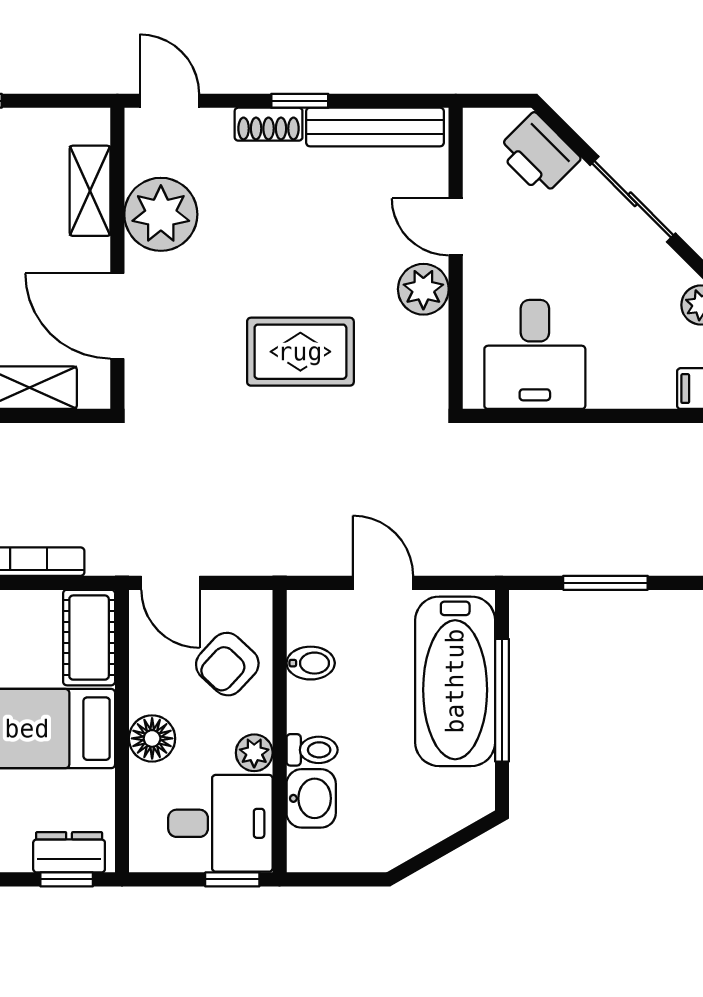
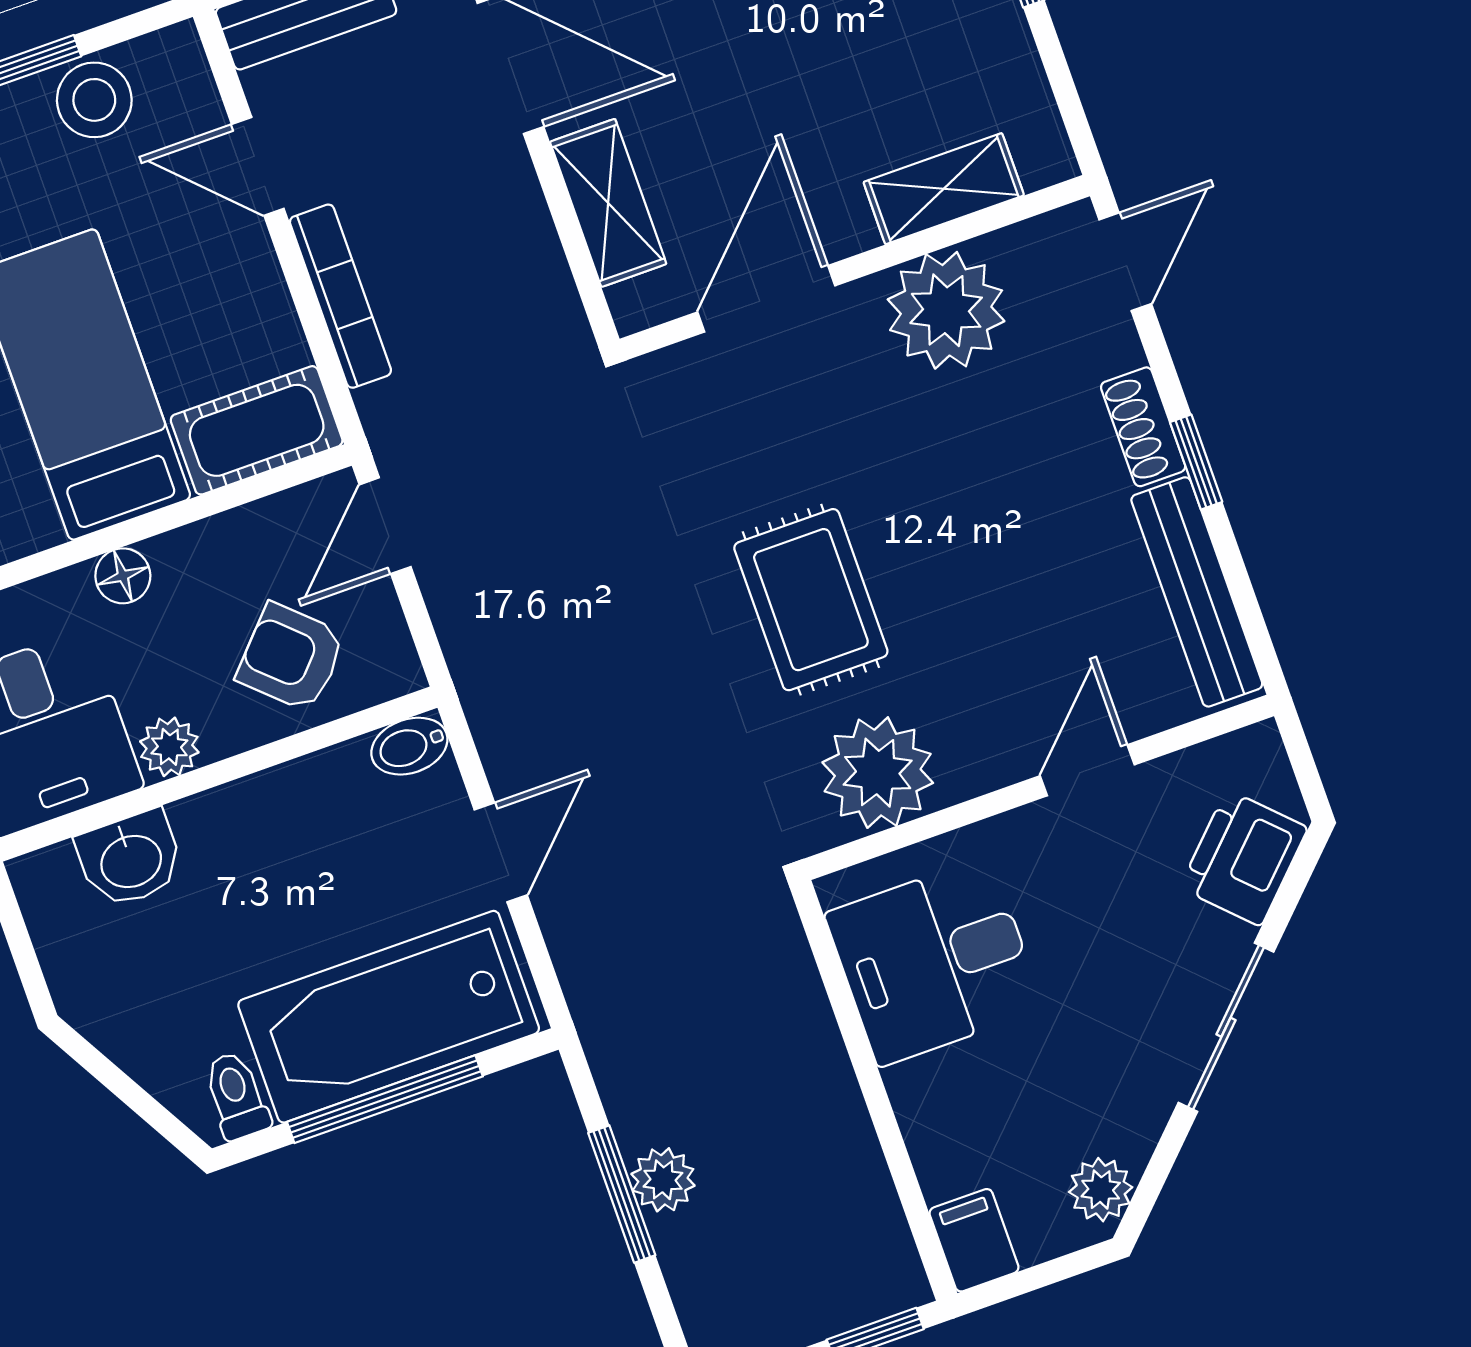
plant: (423, 289) -> (878, 773), moved, width x1.36, depth x1.36
plant: (606, 556) -> (663, 1180), added
bidet: (311, 663) -> (409, 746), moved, turned 90
floor lamp: (152, 738) -> (123, 576), width x0.73, depth x0.73
toilet: (312, 750) -> (236, 1096), moved, turned 180

